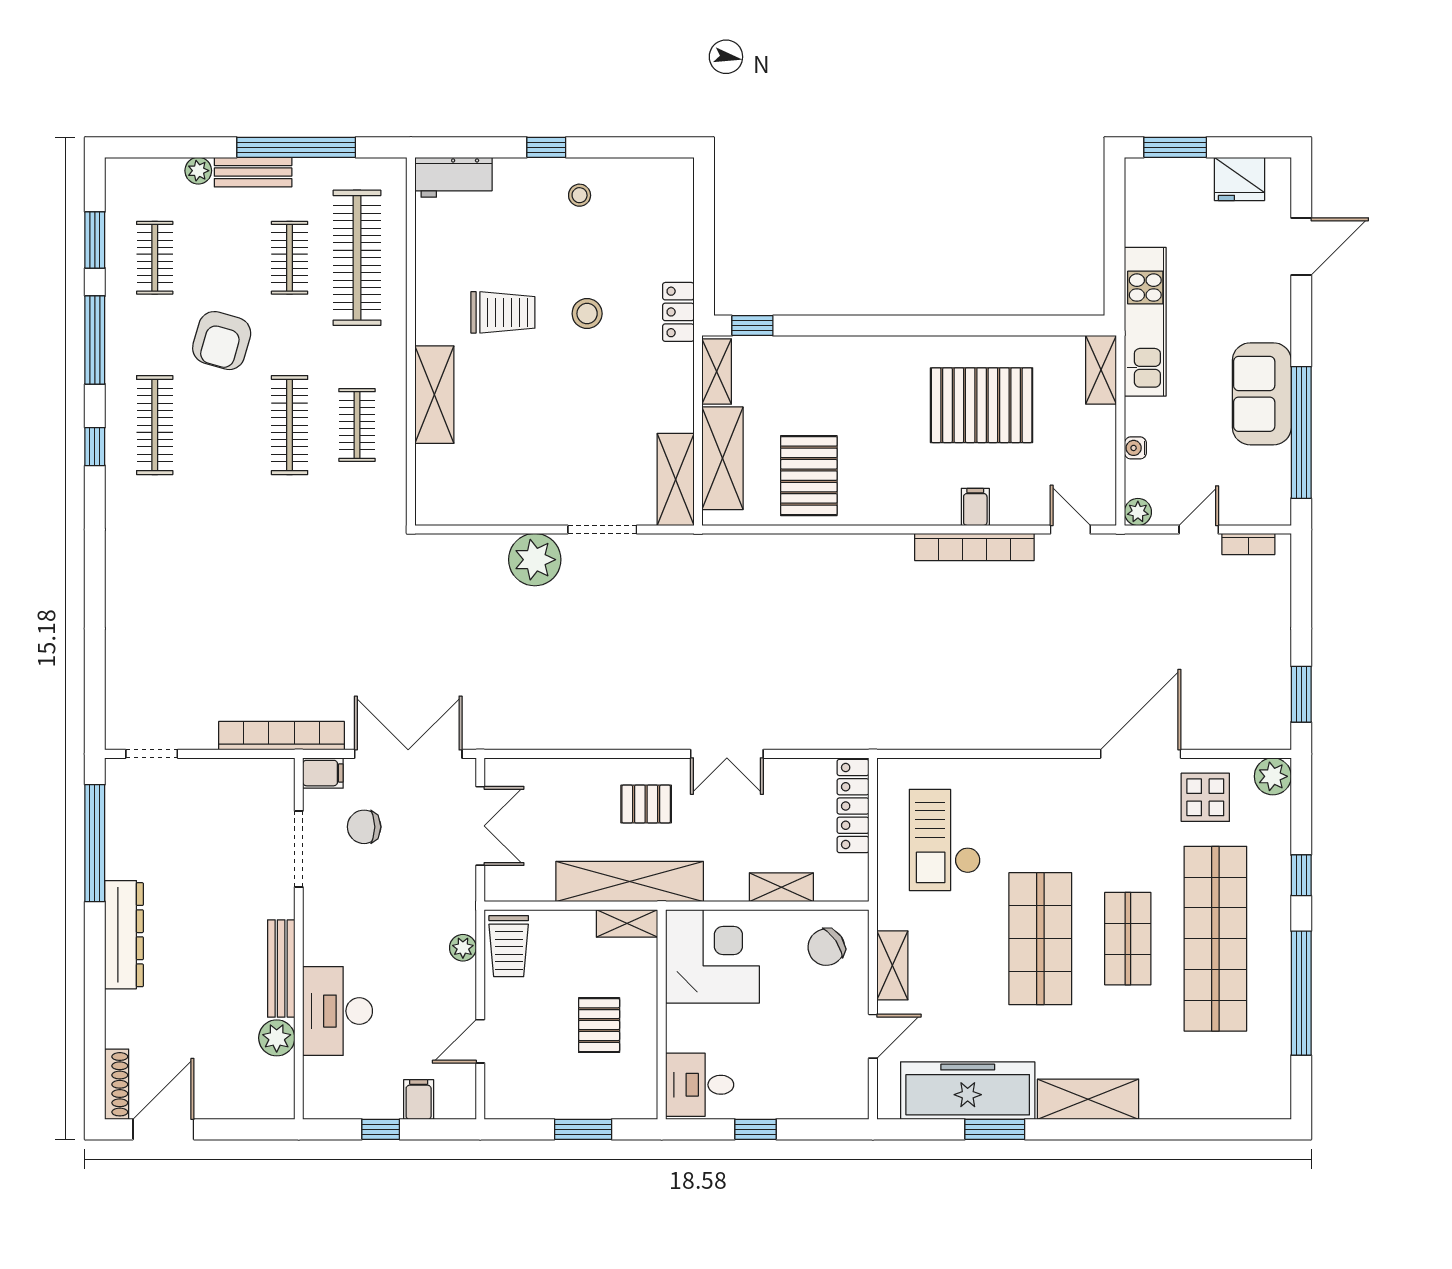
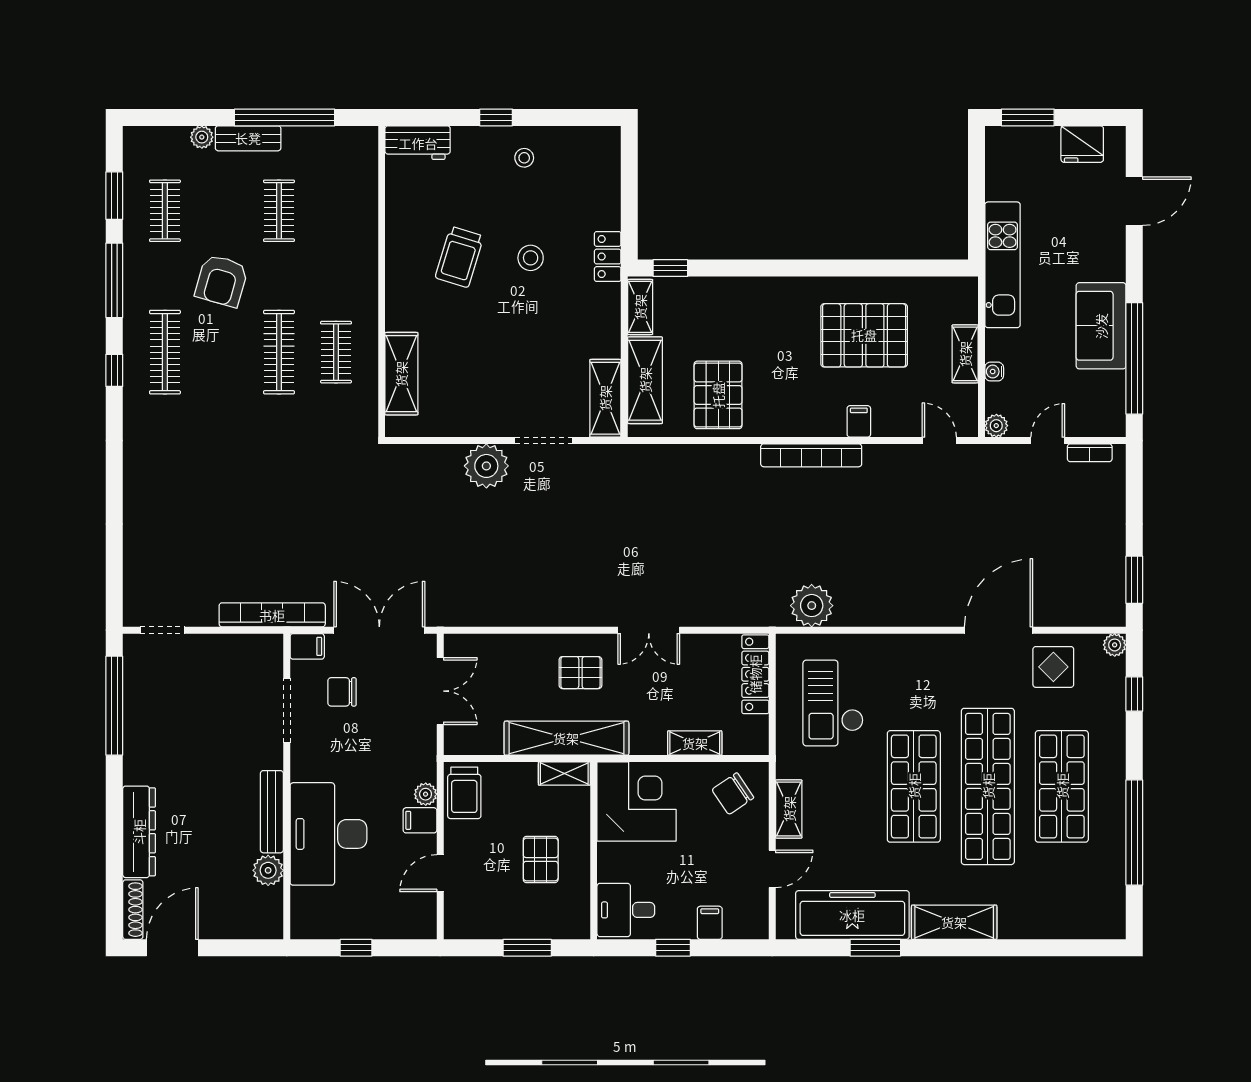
clothes rail: (357, 258) -> (336, 211), removed
trolley: (503, 312) -> (459, 257), turned 107
shelving: (1101, 370) -> (965, 354), moved
shelving: (434, 395) -> (401, 374), moved
bookcase: (974, 547) -> (811, 455), moved
plant: (920, 725) -> (812, 606), added
plant: (1273, 776) -> (1115, 645), width x0.73, depth x0.73
window: (1301, 875) -> (1134, 694), moved
dresser: (124, 935) -> (139, 832), moved
shop shelf: (1128, 939) -> (988, 786), width x2.00, depth x1.36
shop shelf: (1215, 939) -> (1062, 786), width x0.71
desk: (338, 1011) -> (328, 834), width x1.36, depth x1.30
filing cabinet: (419, 1100) -> (420, 820), moved, turned -90
filing cabinet: (799, 1100) -> (710, 923), added

